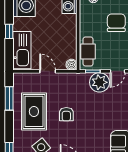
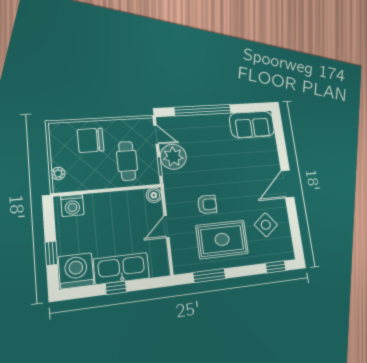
kitchen sink: (22, 50) -> (121, 268), moved
cafe table: (88, 51) -> (127, 161), moved, turned 90
armchair: (66, 114) -> (207, 204), moved

